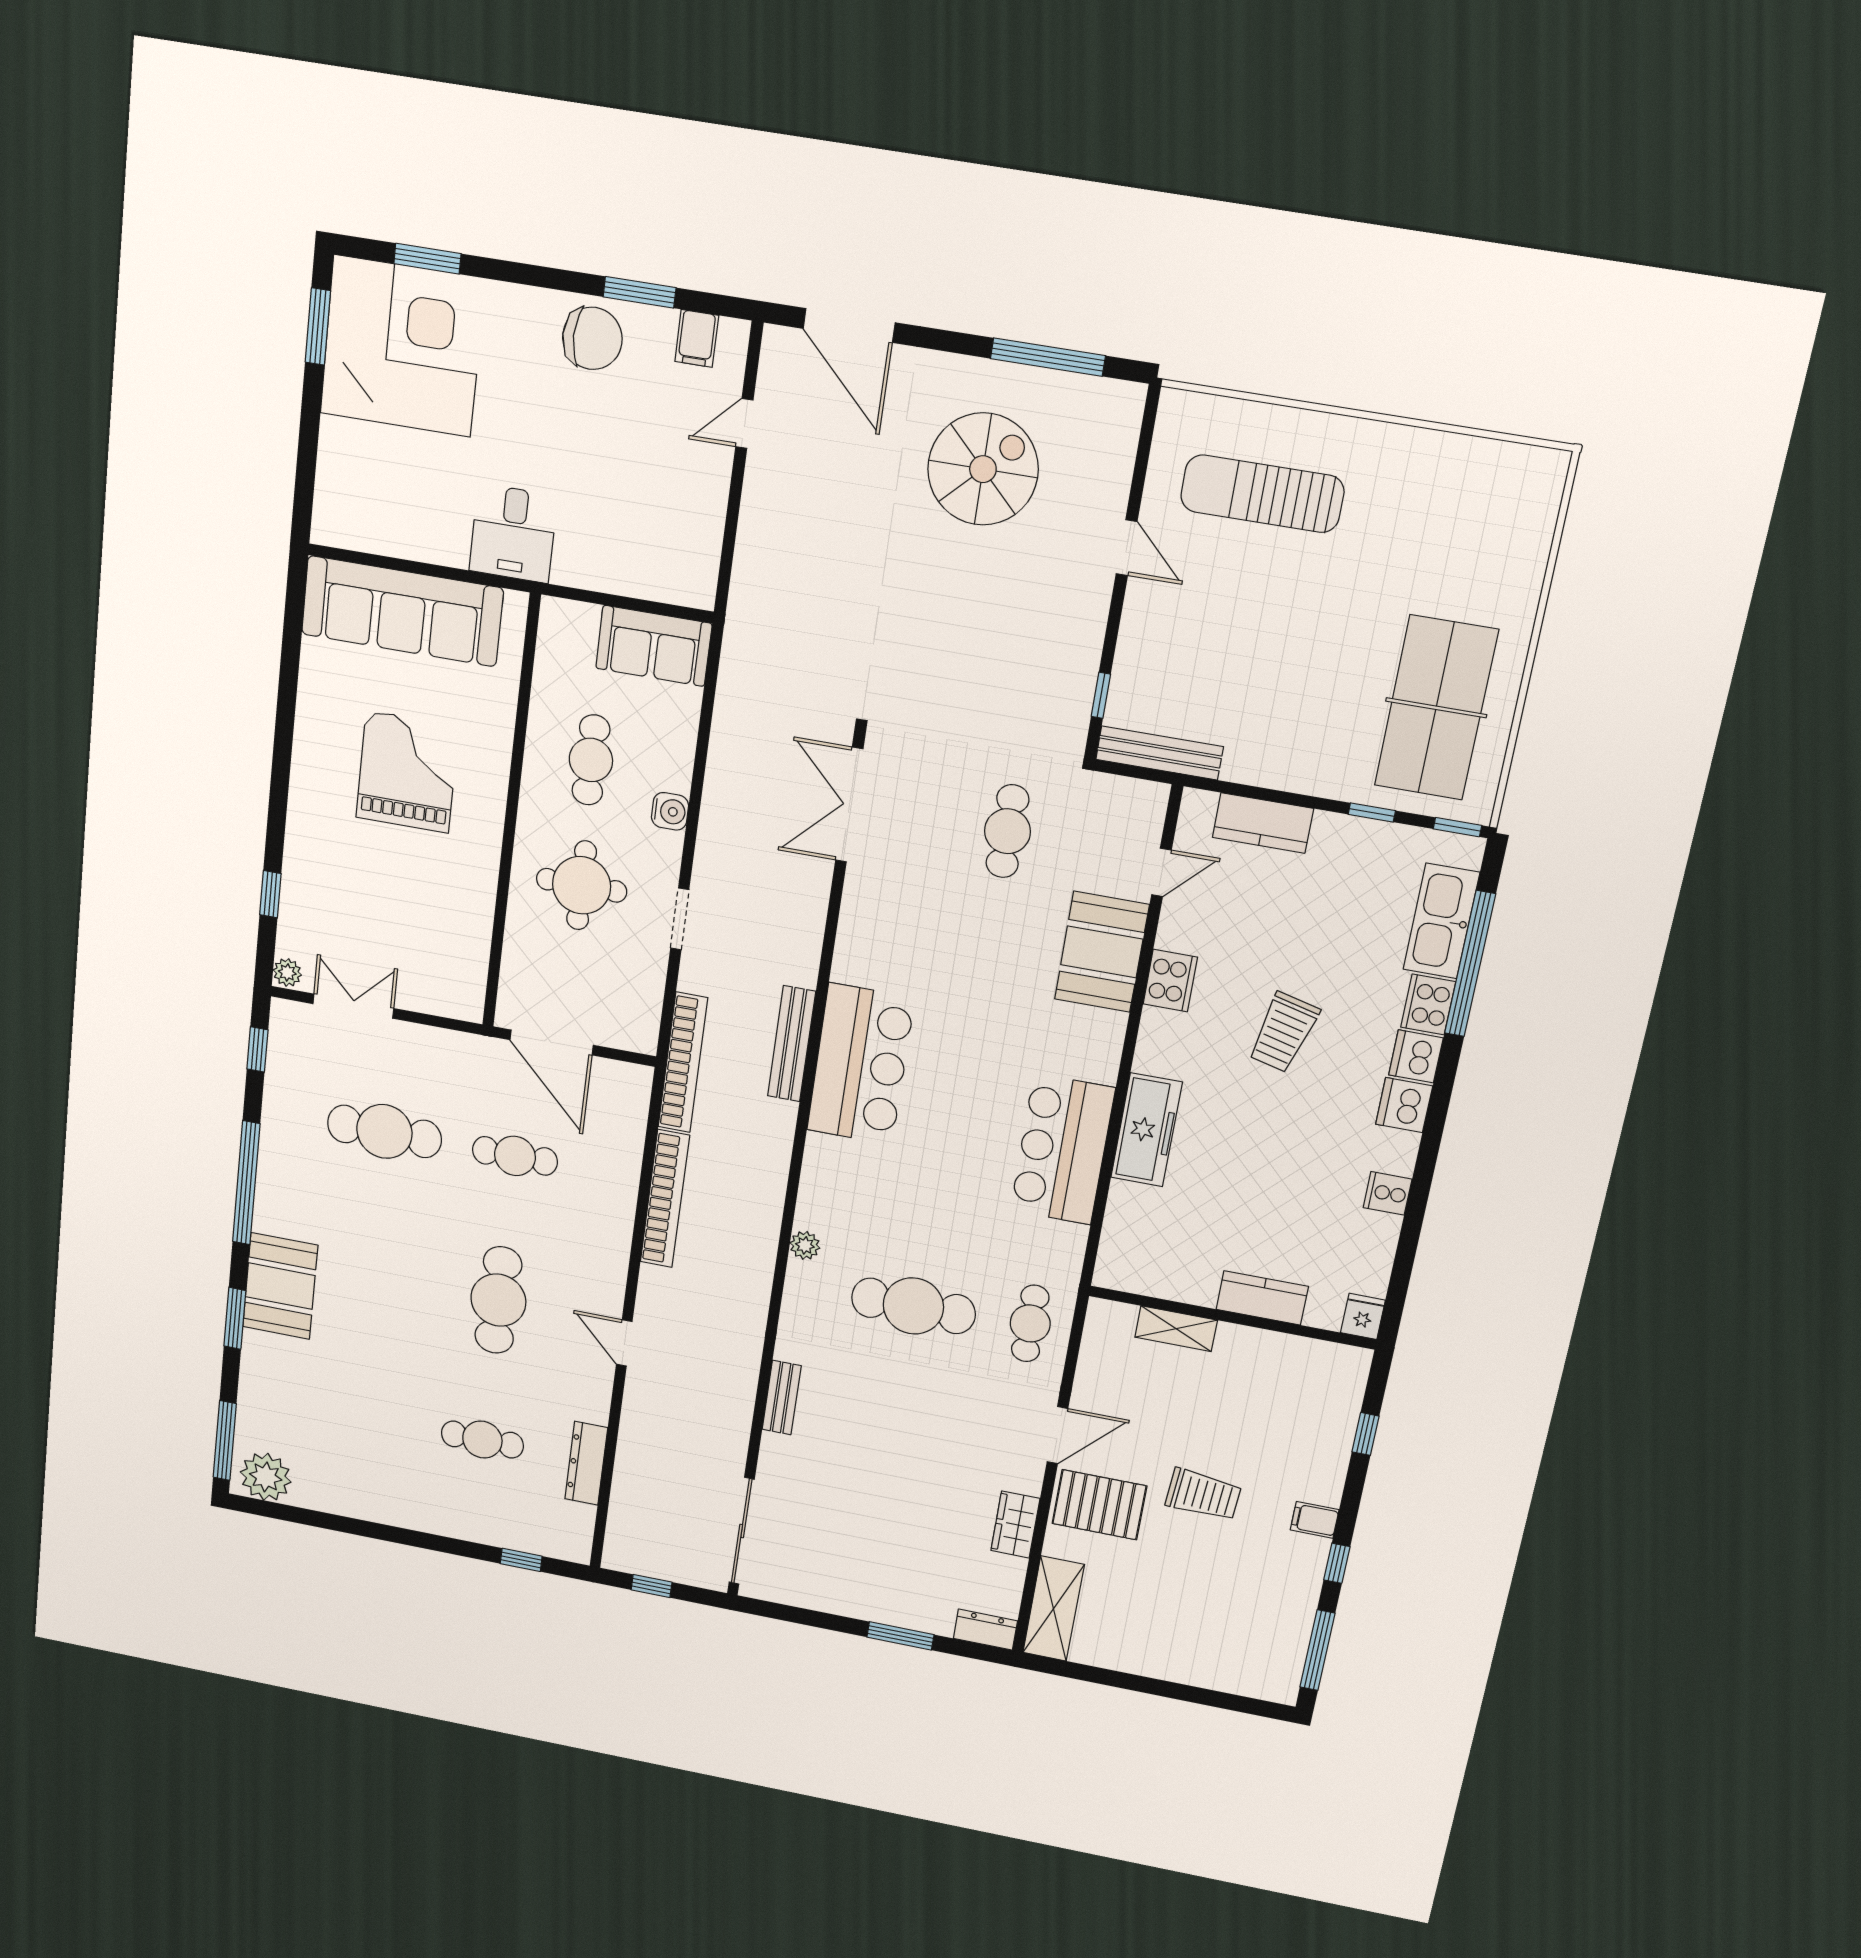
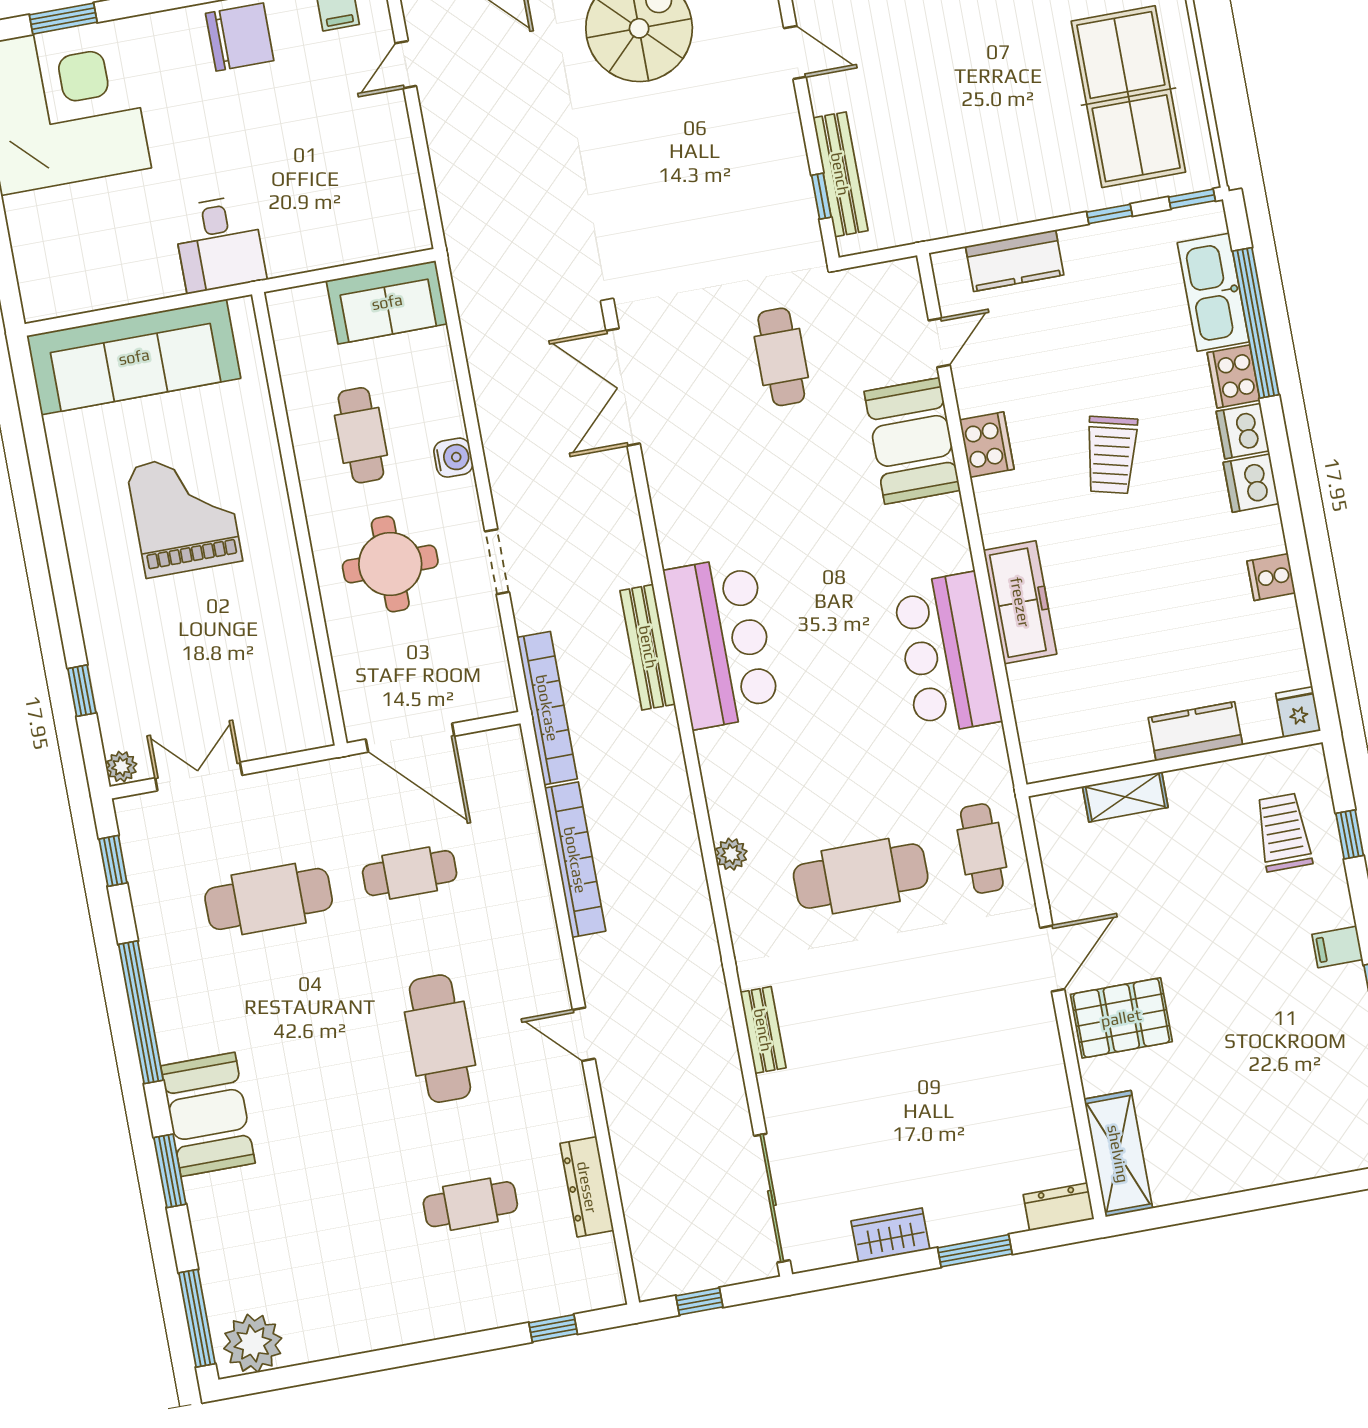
bench: (1159, 753) -> (840, 174), moved, turned 90
trolley: (1203, 1495) -> (1284, 832), moved, turned -94
wardrobe: (1015, 1525) -> (890, 1235), moved, turned 90

